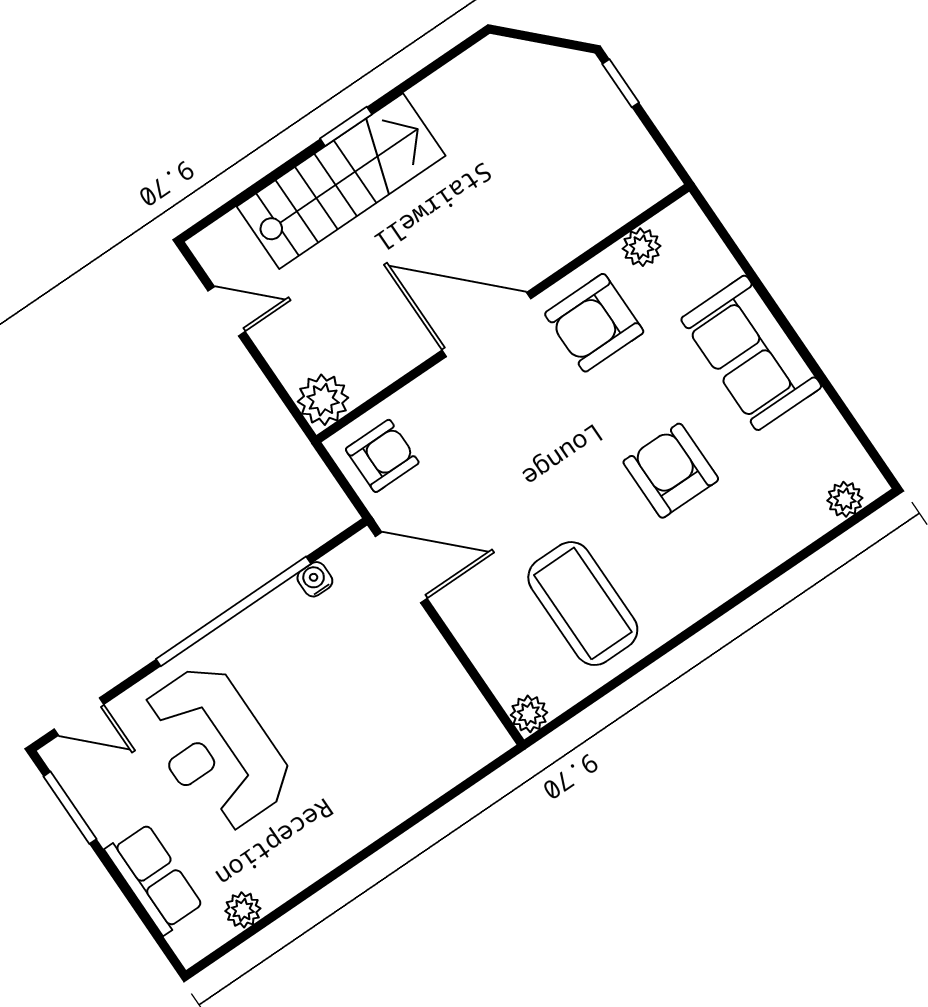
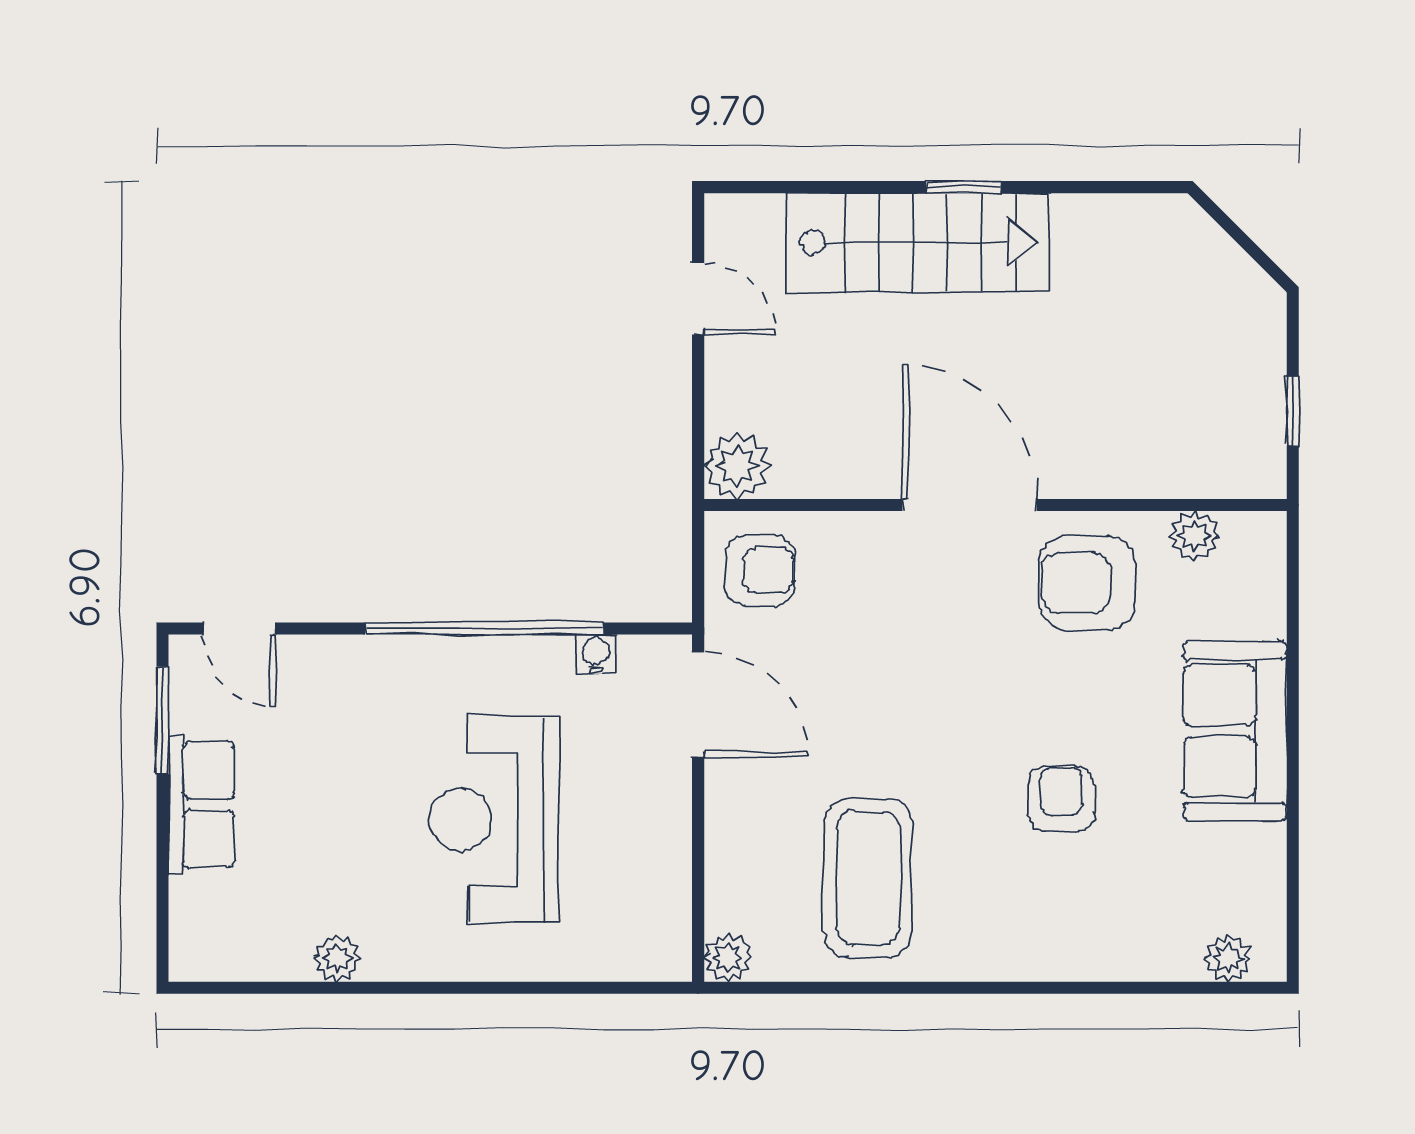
window: (621, 83) -> (1293, 411), moved
armchair: (671, 471) -> (1061, 799), width x0.72, depth x0.72
reception desk: (215, 748) -> (494, 819), moved
row of seats: (154, 879) -> (201, 805), moved
plant: (243, 910) -> (337, 958), moved

